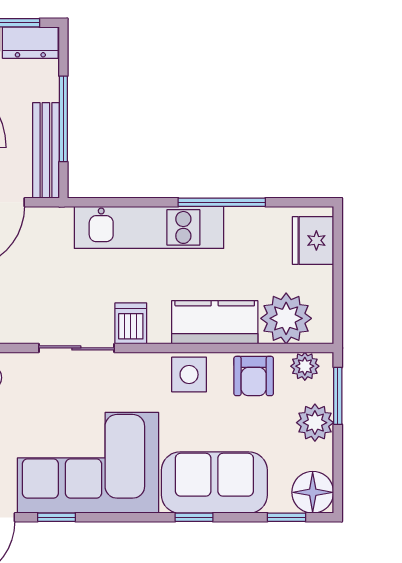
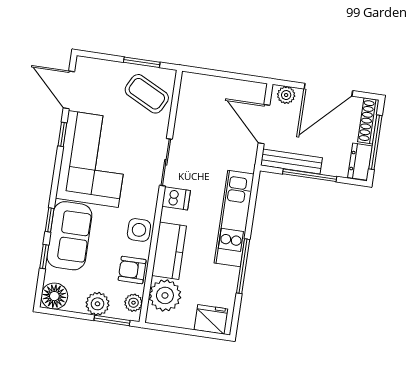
window: (287, 517) -> (44, 257), moved

